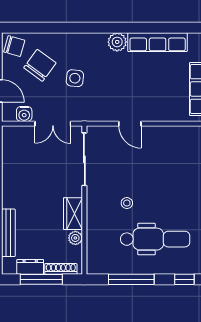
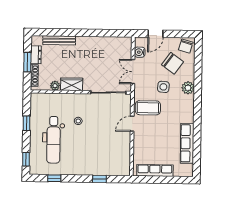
plant: (117, 42) -> (188, 88), moved
coffee table: (106, 101) -> (148, 108), added
window: (41, 279) -> (27, 62), width x0.69
window: (131, 279) -> (26, 123), width x0.46

